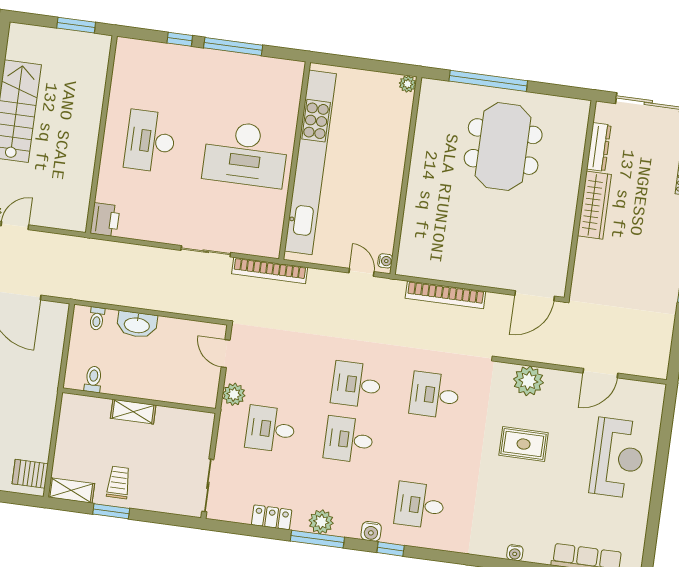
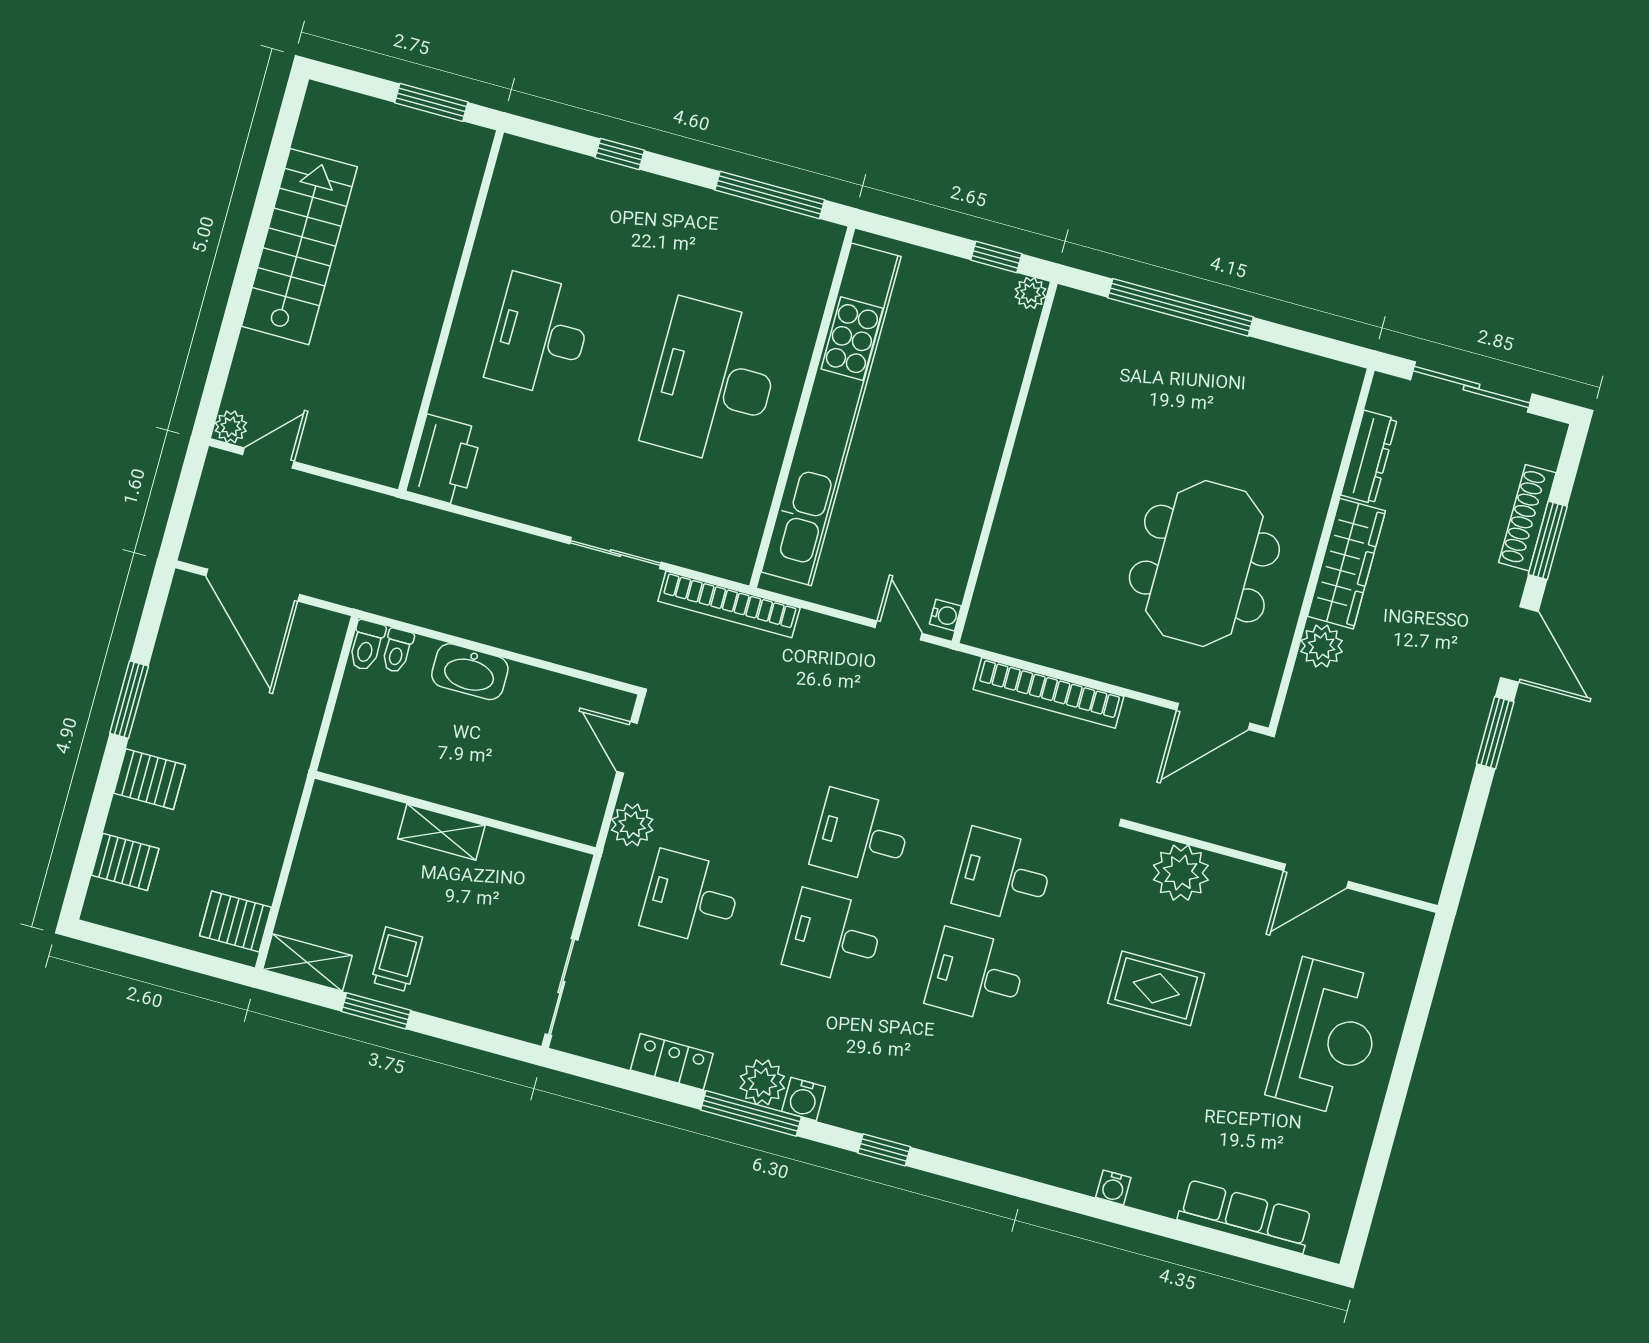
window: (233, 46) -> (770, 195), moved
window: (387, 67) -> (996, 257), added
meeting table: (503, 147) -> (1204, 564), moved
desk: (246, 154) -> (713, 383), turned 90
printer: (105, 220) -> (444, 460), width x1.37, depth x1.19
plant: (587, 251) -> (1322, 646), added
toilet: (93, 379) -> (367, 645), moved, turned 180
desk: (420, 505) -> (976, 976), moved
water cooler: (371, 531) -> (804, 1099), moved

